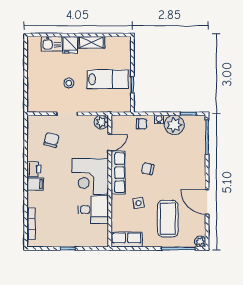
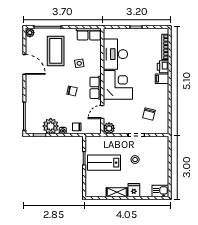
kitchen sink: (52, 44) -> (160, 191), moved
printer: (34, 169) -> (163, 67), moved
row of seats: (118, 173) -> (96, 88), width x0.68
desk: (93, 210) -> (115, 54), width x1.37

